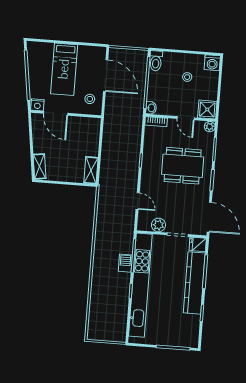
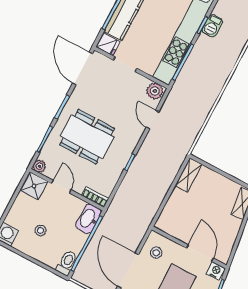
washbasin: (151, 108) -> (88, 219), width x1.91, depth x1.45
plant: (158, 225) -> (155, 91), moved
barbecue: (125, 263) -> (212, 26), moved

